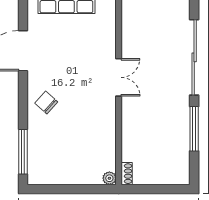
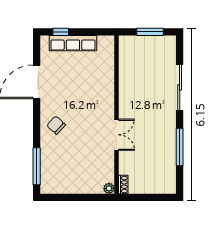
sliding door: (194, 57) -> (180, 87), width x0.73
double door: (119, 77) -> (117, 135), moved

